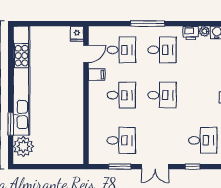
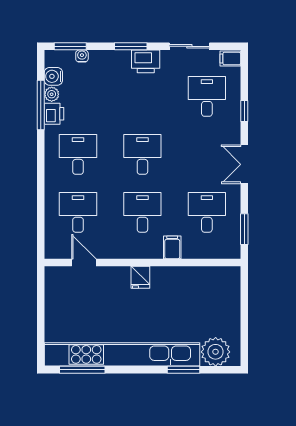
window: (148, 24) -> (41, 105), moved
fridge: (77, 34) -> (140, 277), moved, turned 90
window: (11, 53) -> (82, 370), added
filing cabinet: (97, 75) -> (172, 247), moved
window: (120, 167) -> (244, 229), moved
double door: (155, 167) -> (244, 164), swing flipped

